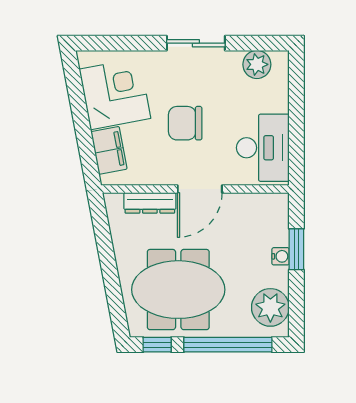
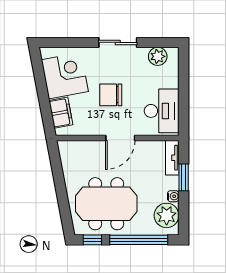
dresser: (150, 203) -> (88, 147), removed
tv unit: (279, 219) -> (172, 158), added
water cooler: (281, 256) -> (173, 196), moved

